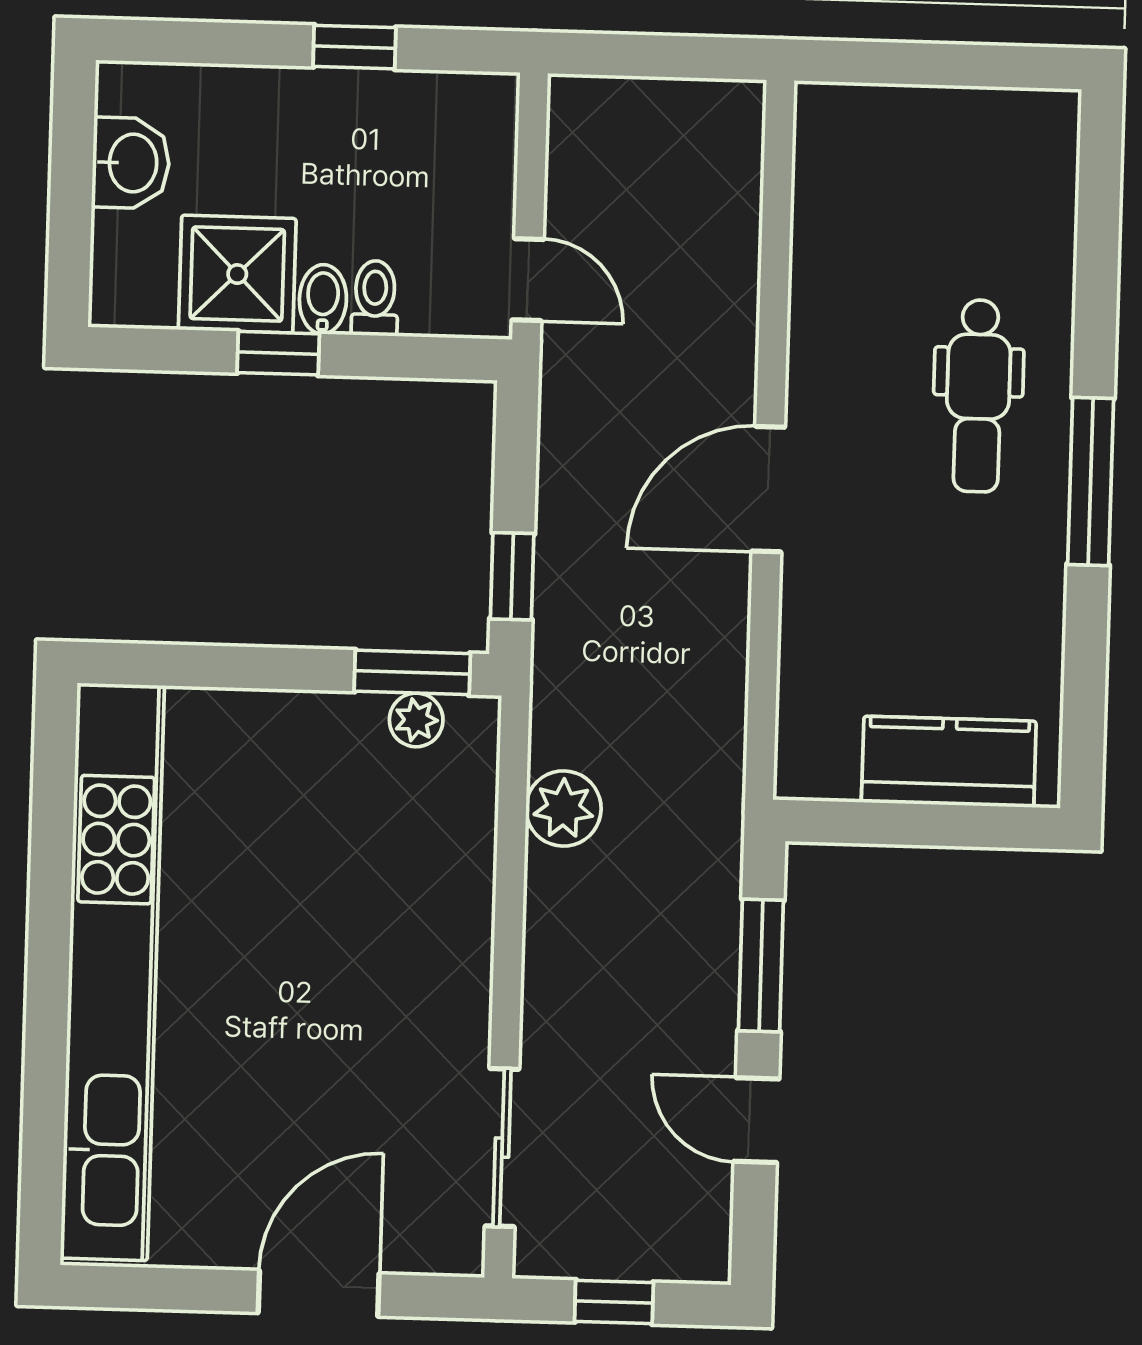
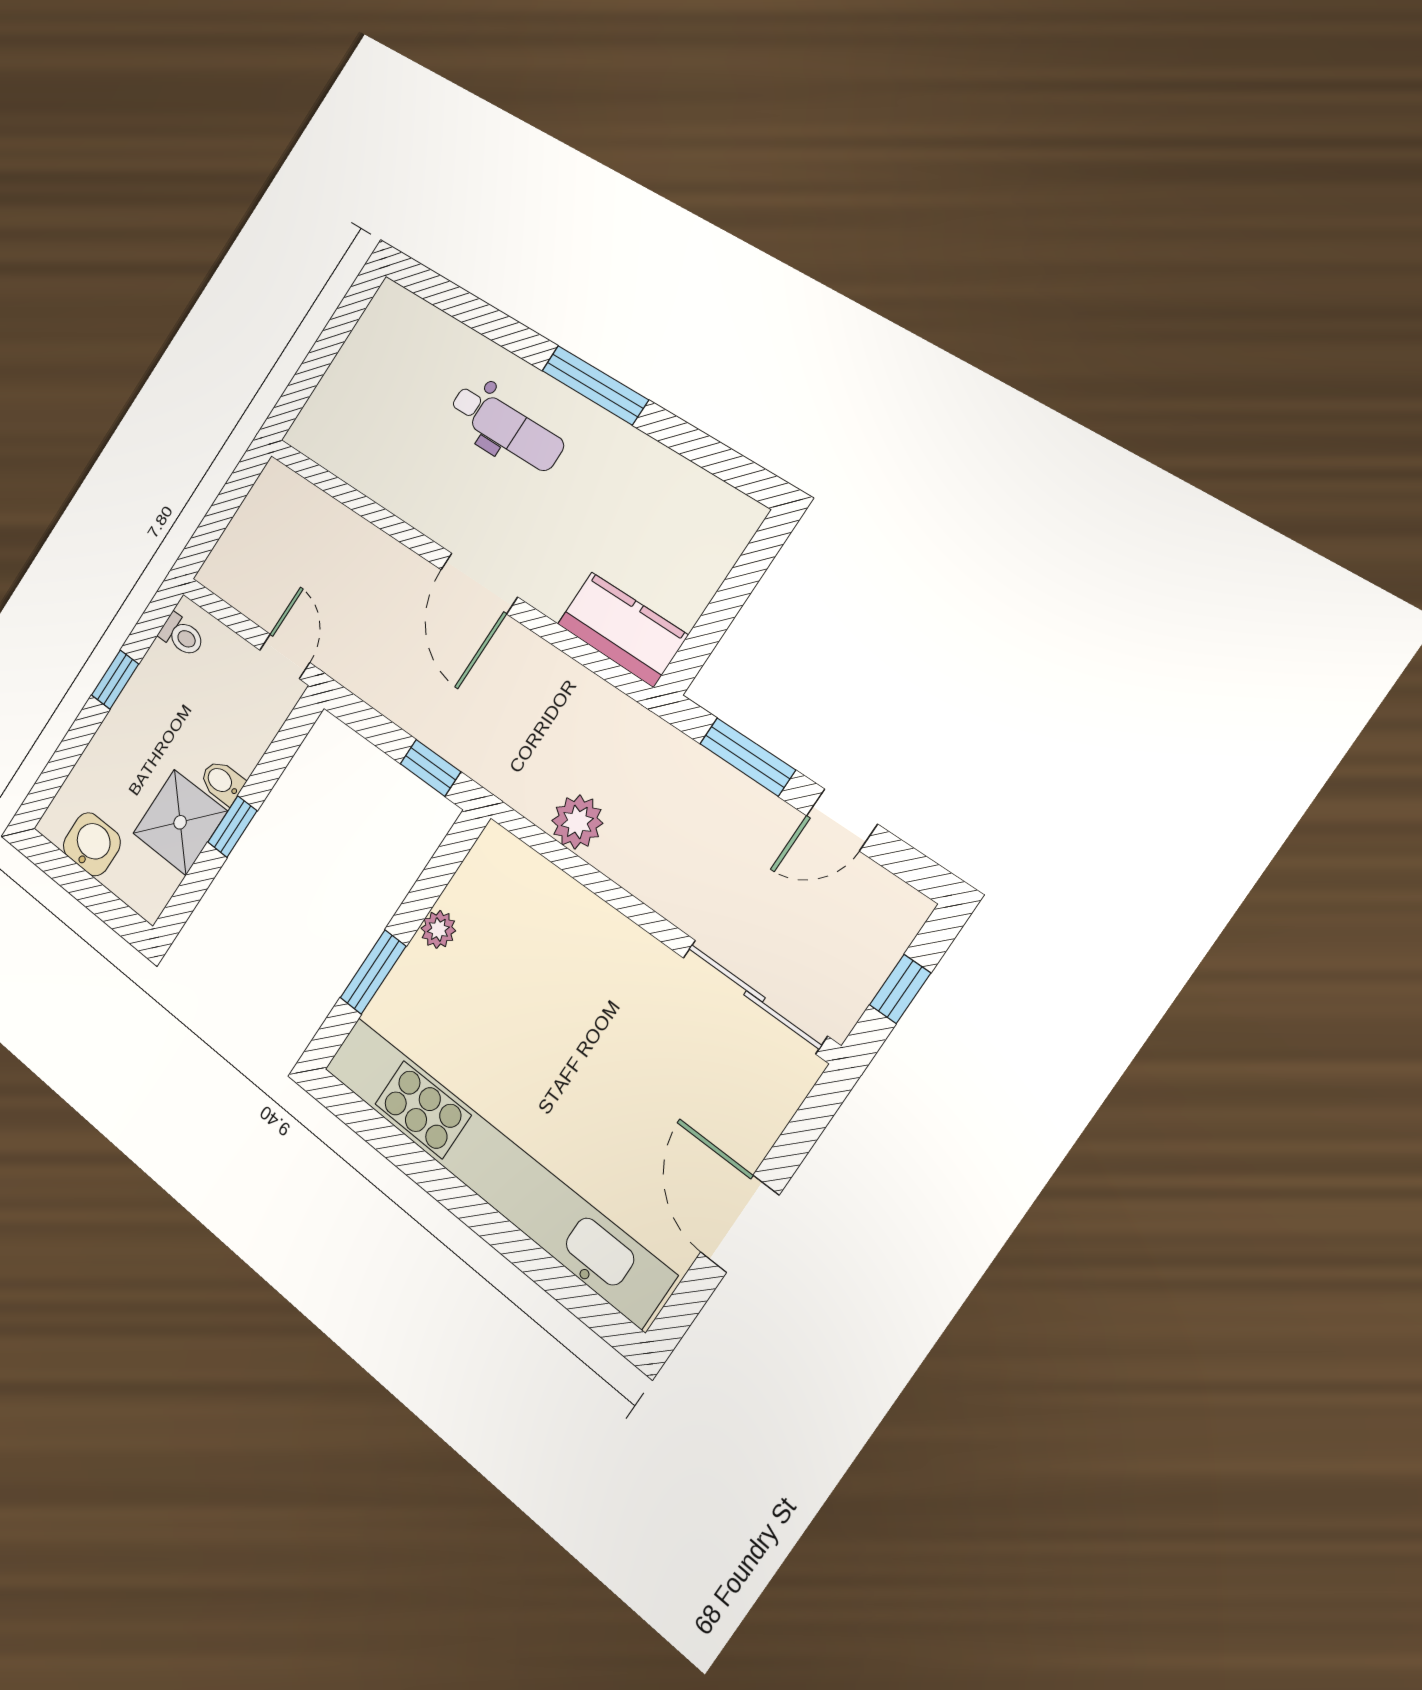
door: (528, 280) -> (285, 656), hinge flipped
toilet: (375, 298) -> (182, 635), moved, turned 180
window: (412, 672) -> (373, 972), moved
plant: (416, 720) -> (438, 929), moved
kitchen counter: (949, 762) -> (622, 629), moved, turned 90
sliding door: (502, 1148) -> (754, 996), width x1.37
door: (319, 1293) -> (740, 1224), moved

